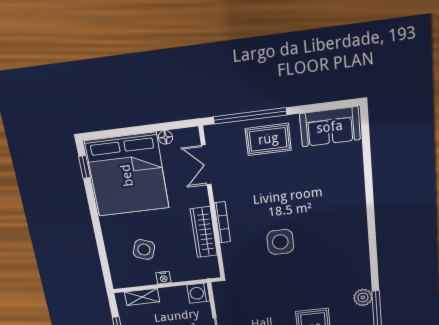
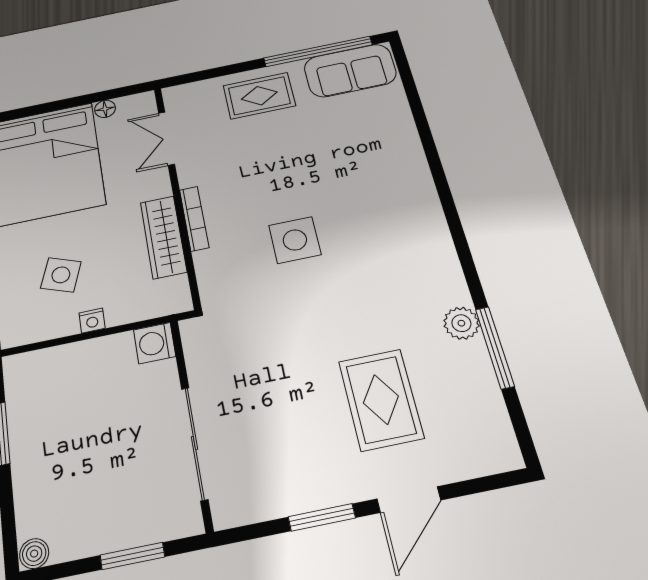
window: (250, 116) -> (318, 51), moved
shelving: (142, 297) -> (51, 360), removed

